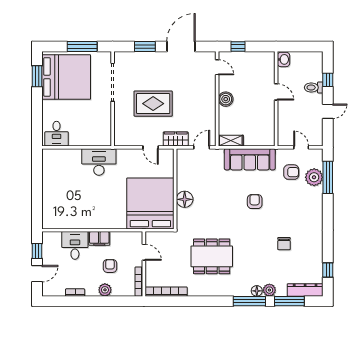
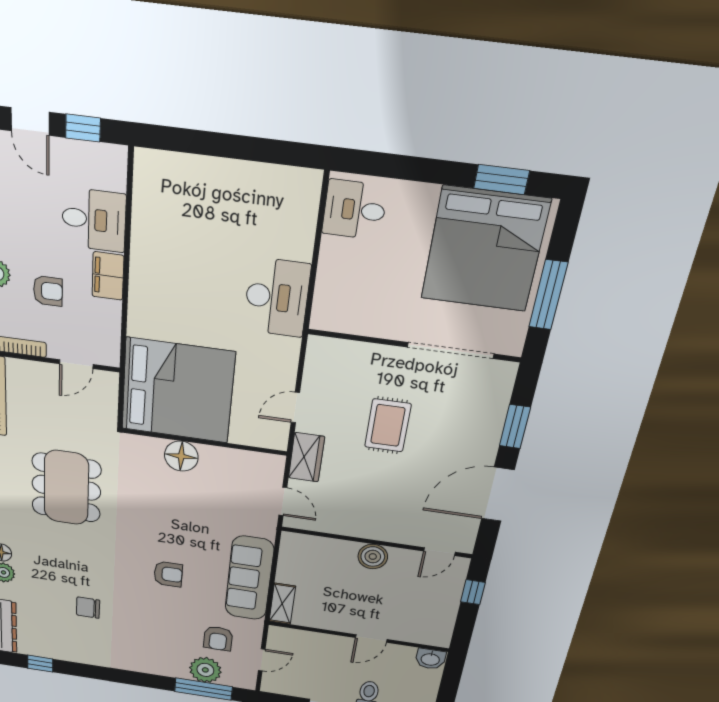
door: (181, 46) -> (498, 494), swing flipped
rug: (153, 104) -> (388, 425), width x0.73, depth x0.70
shelving: (231, 141) -> (282, 604), moved

